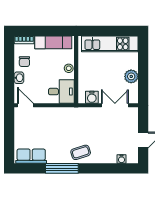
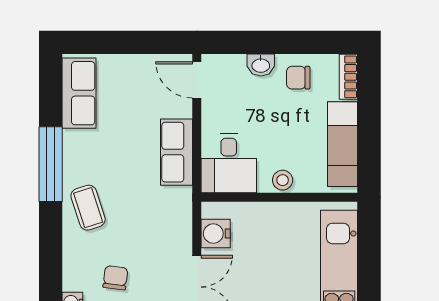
door: (25, 105) -> (197, 80), swing flipped
row of seats: (57, 114) -> (177, 152), added
chair: (111, 141) -> (115, 278), added

